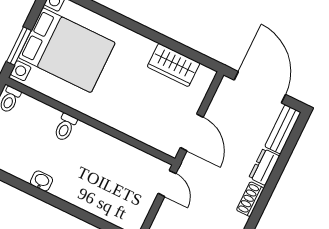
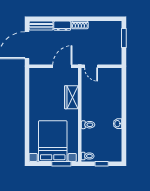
wardrobe: (174, 65) -> (71, 97), moved, turned 180
door: (167, 183) -> (91, 66), swing flipped

